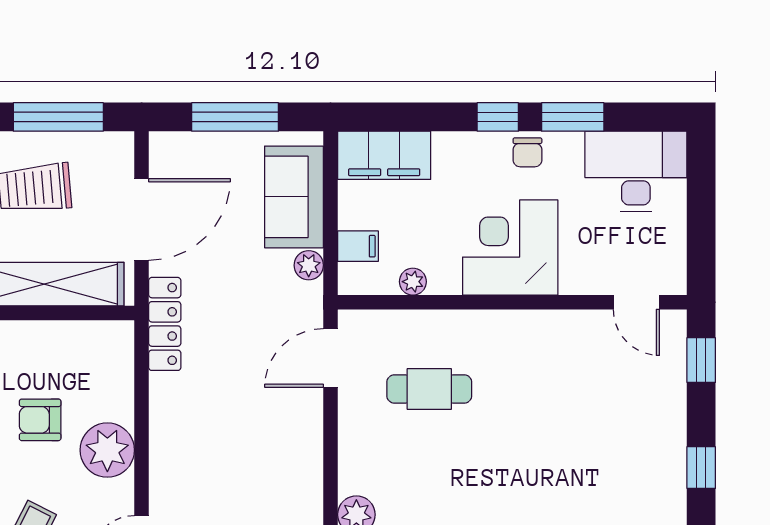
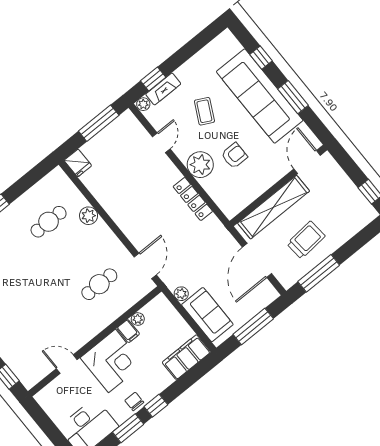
filing cabinet: (358, 246) -> (128, 331), moved, turned -90
door: (636, 302) -> (67, 364), moved
locker: (165, 324) -> (193, 199), moved

